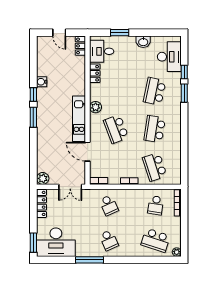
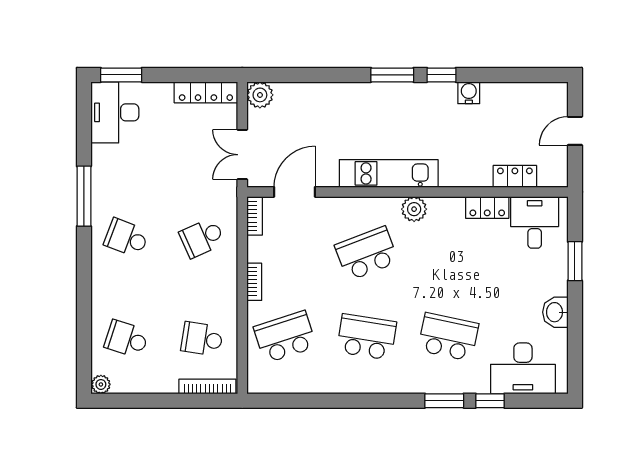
locker: (80, 46) -> (515, 176), moved
door: (88, 152) -> (295, 192), moved
school desk: (109, 240) -> (126, 238), turned 45
school desk: (156, 240) -> (126, 339), width x0.54
desk: (56, 242) -> (115, 112), width x0.73, depth x0.77

